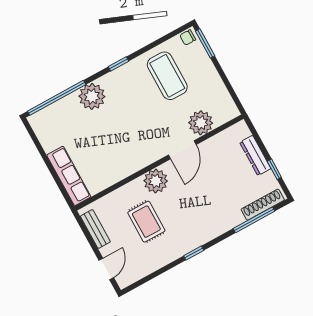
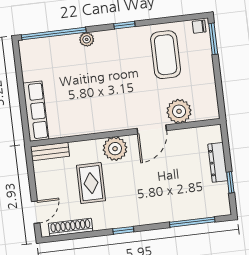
plant: (92, 96) -> (87, 39), width x0.53, depth x0.53
shoe rack: (263, 205) -> (71, 227), moved
bench: (95, 229) -> (50, 151), moved, turned 90

